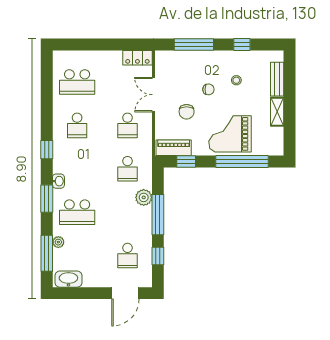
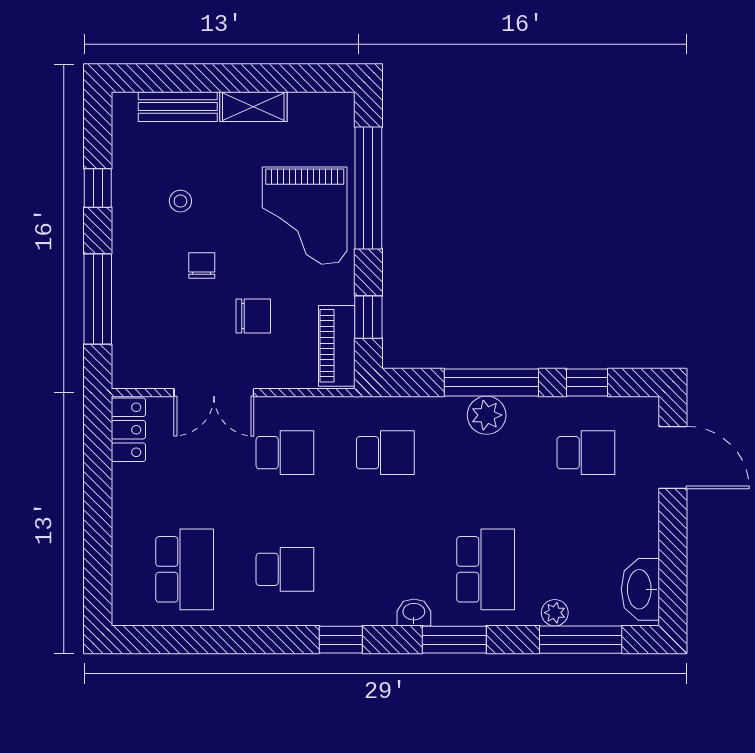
plant: (144, 197) -> (487, 415), moved

